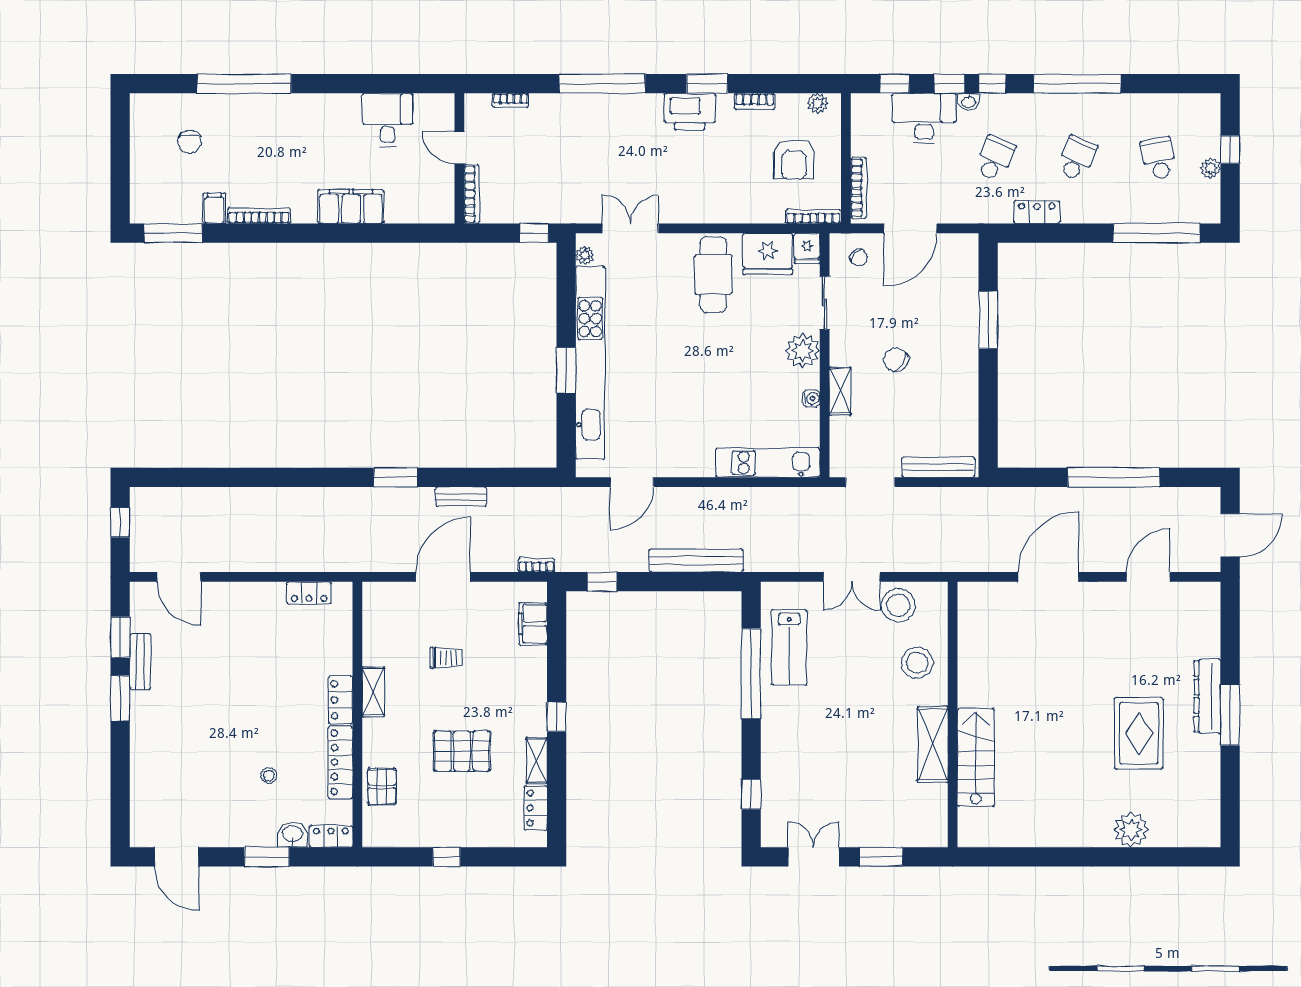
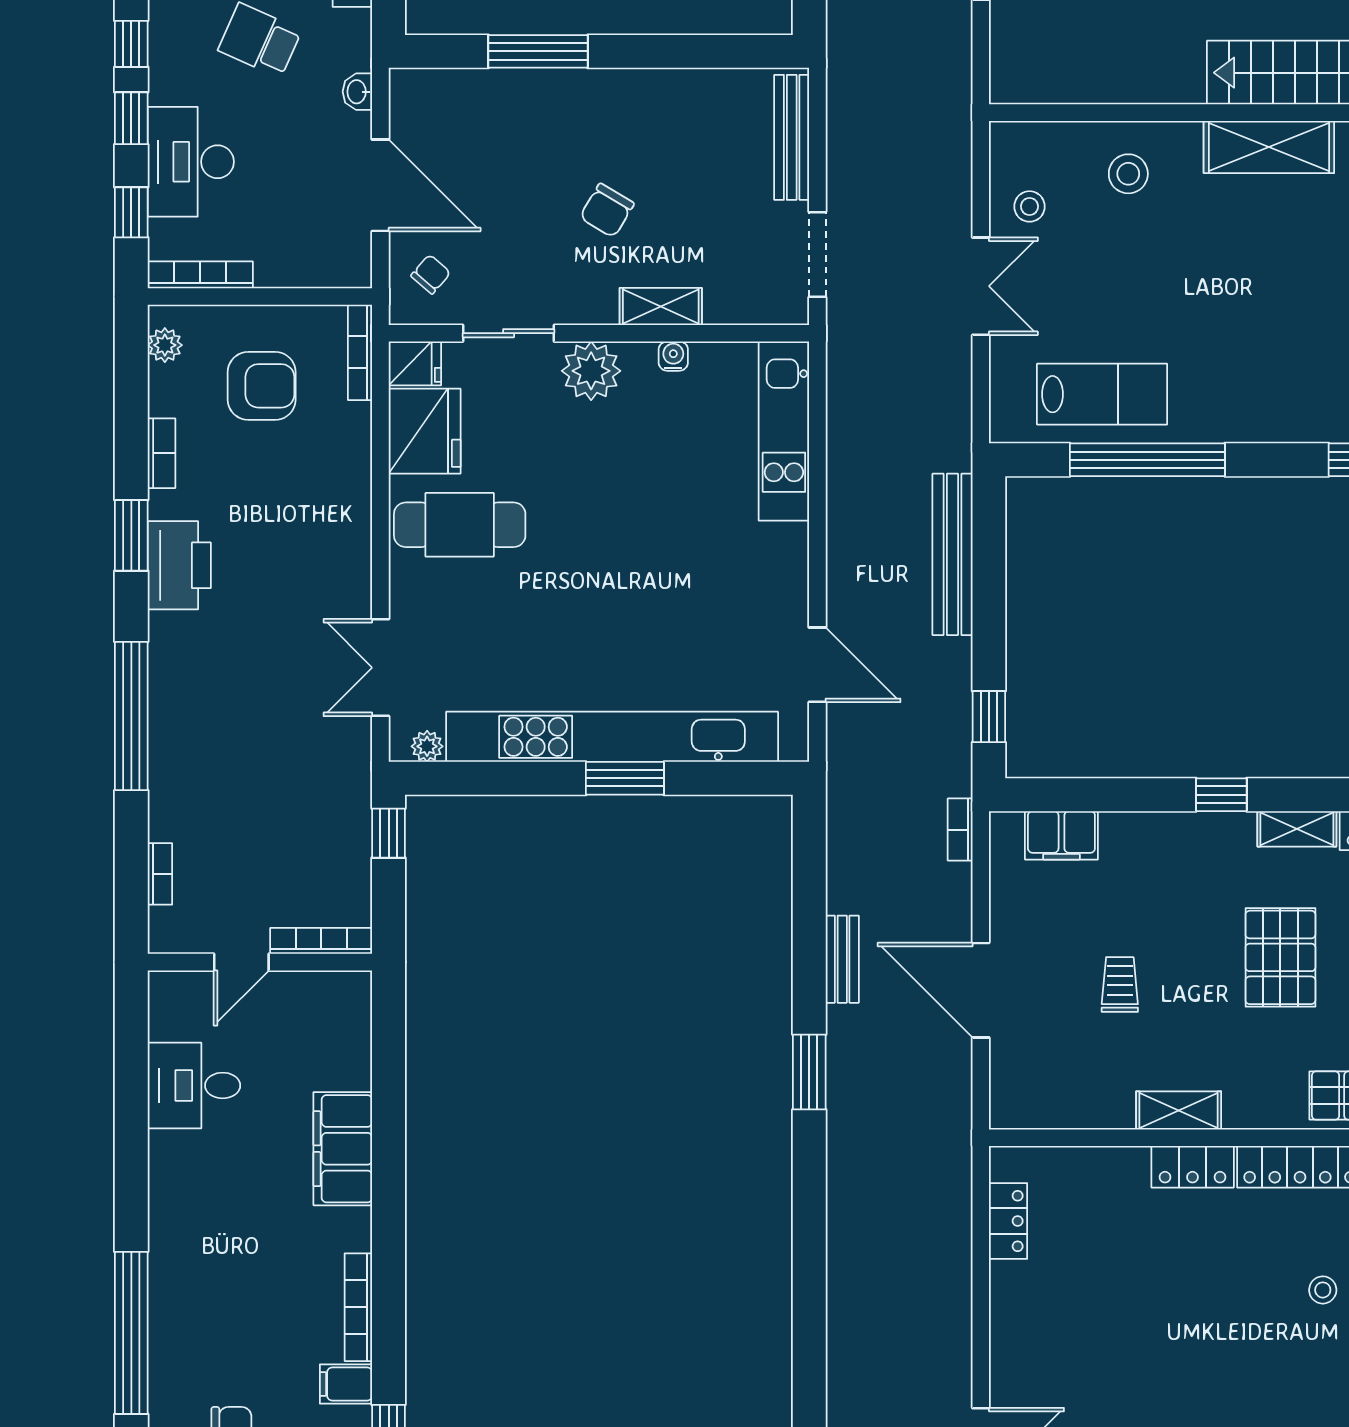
washbasin: (968, 102) -> (357, 92), moved, turned 180
bookcase: (858, 188) -> (200, 275), moved
stool: (898, 605) -> (1029, 206), width x0.53, depth x0.53
stool: (917, 663) -> (1128, 174), width x0.73, depth x0.73

